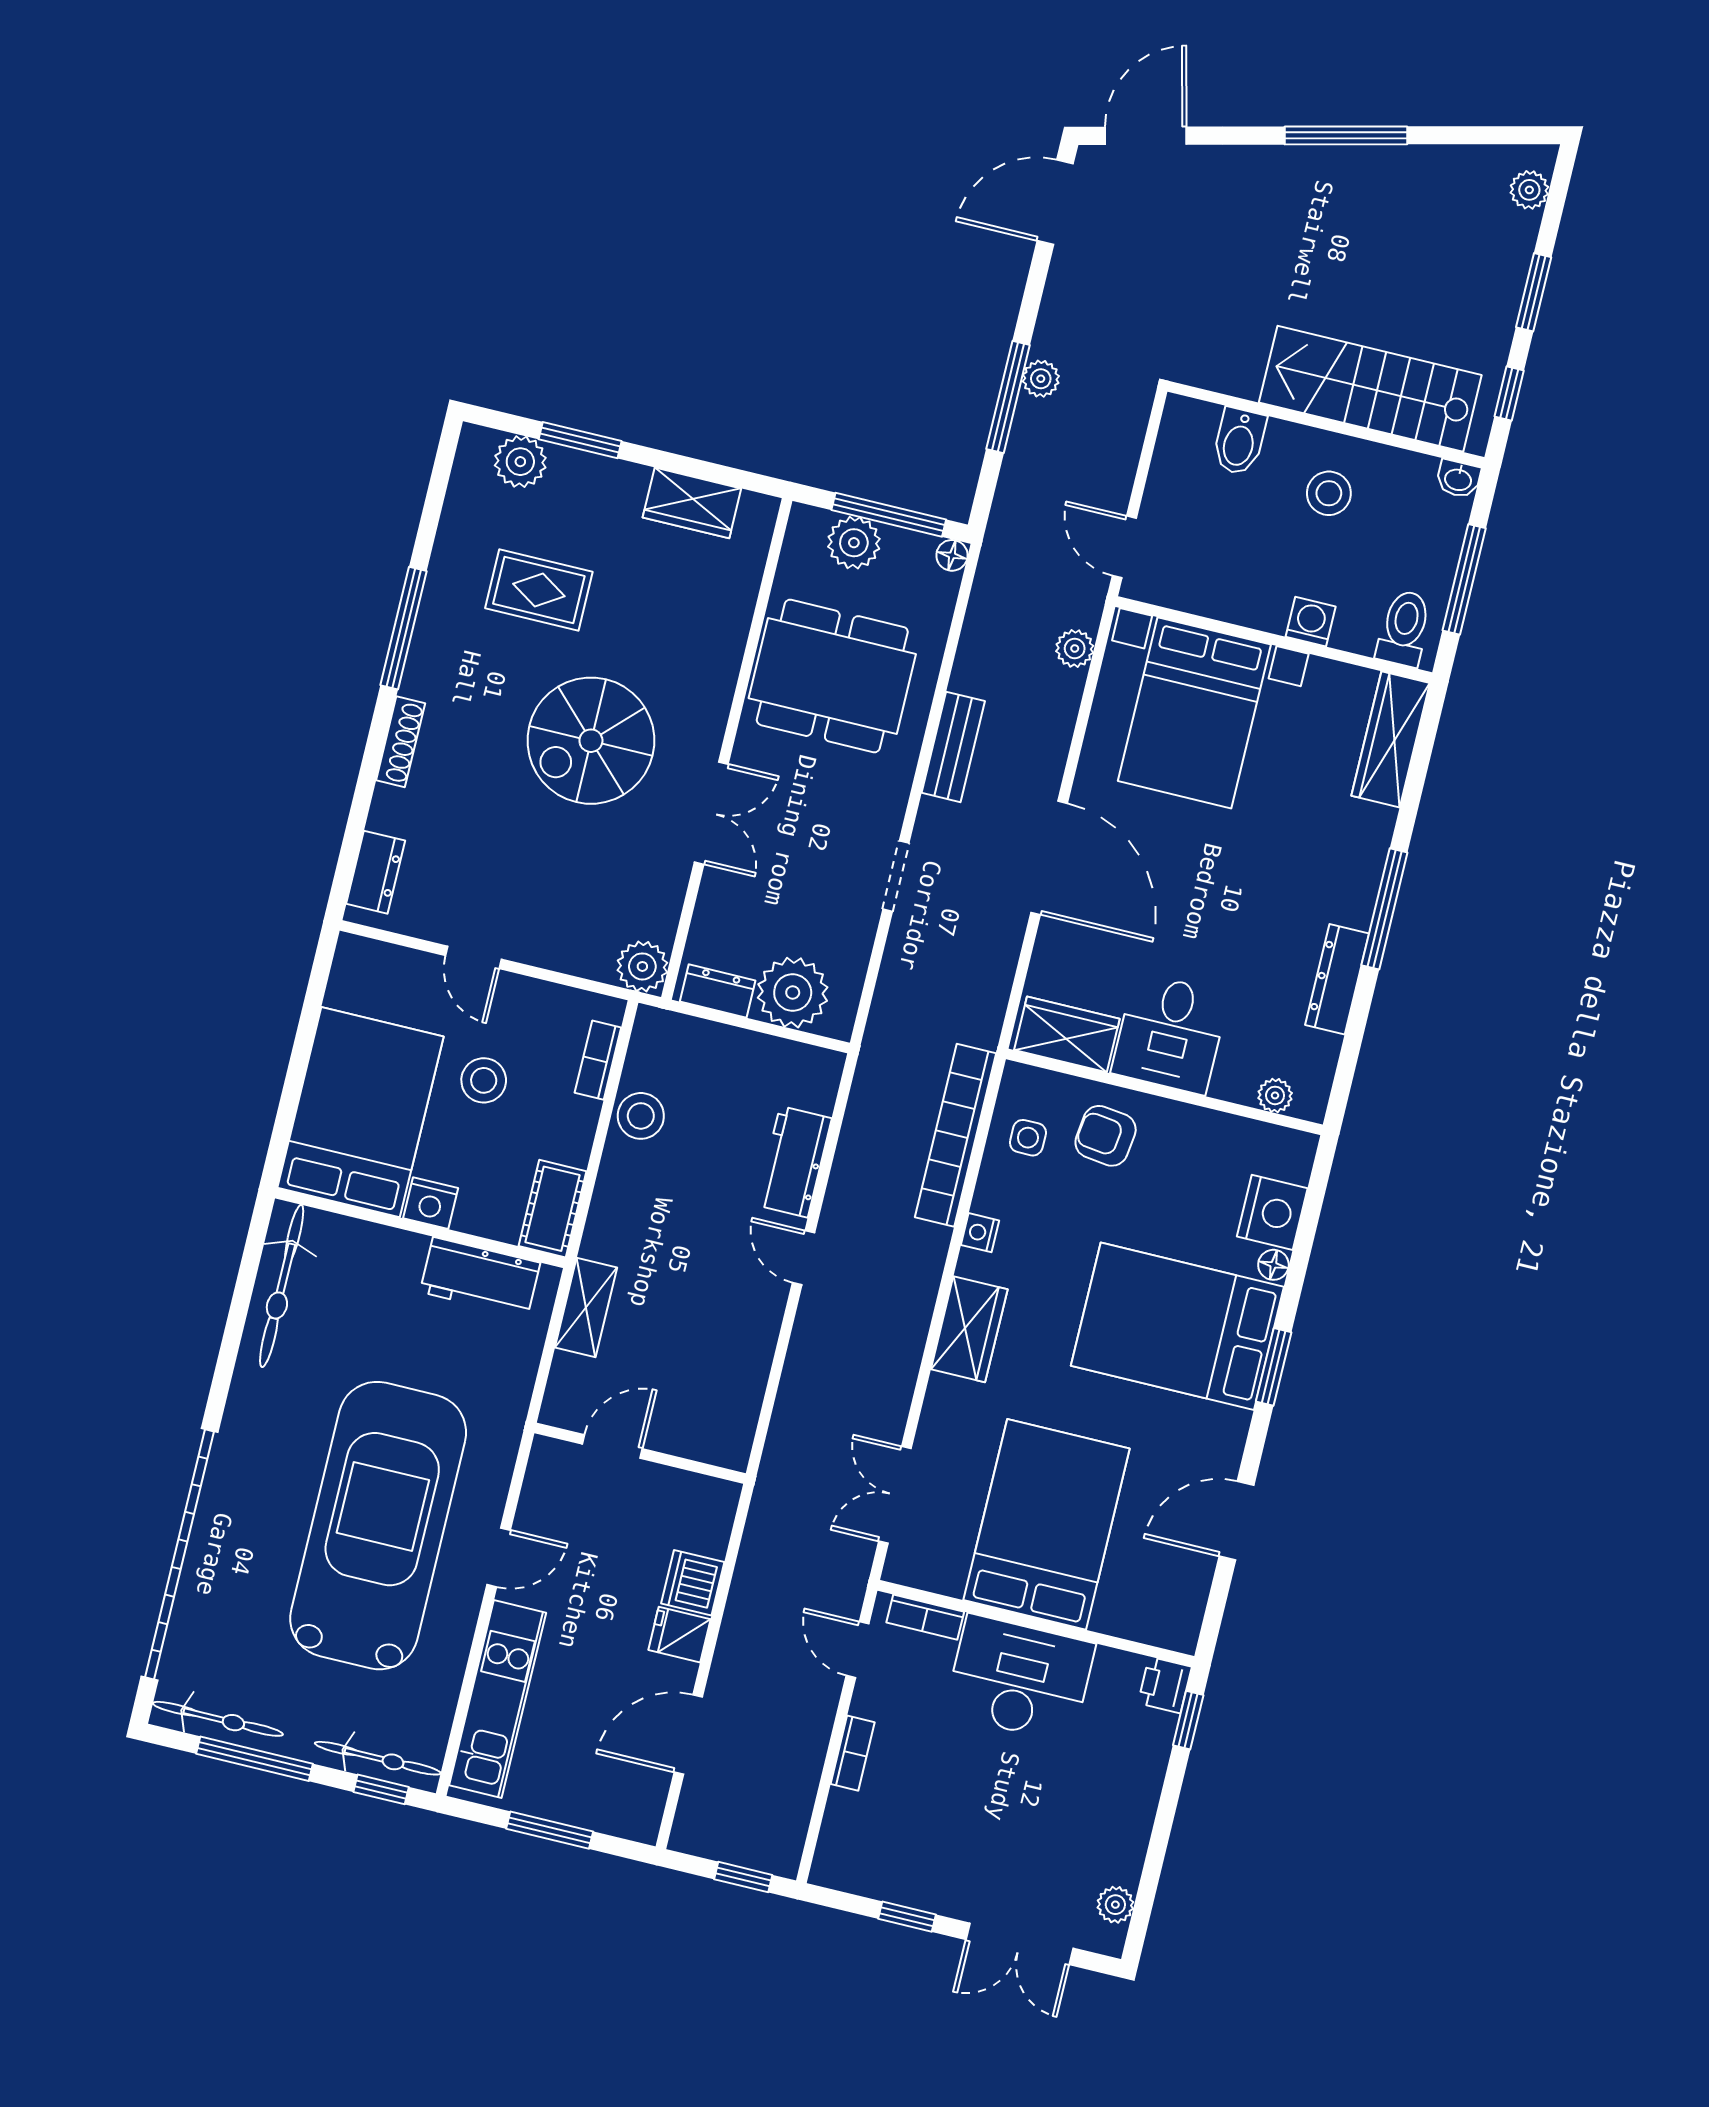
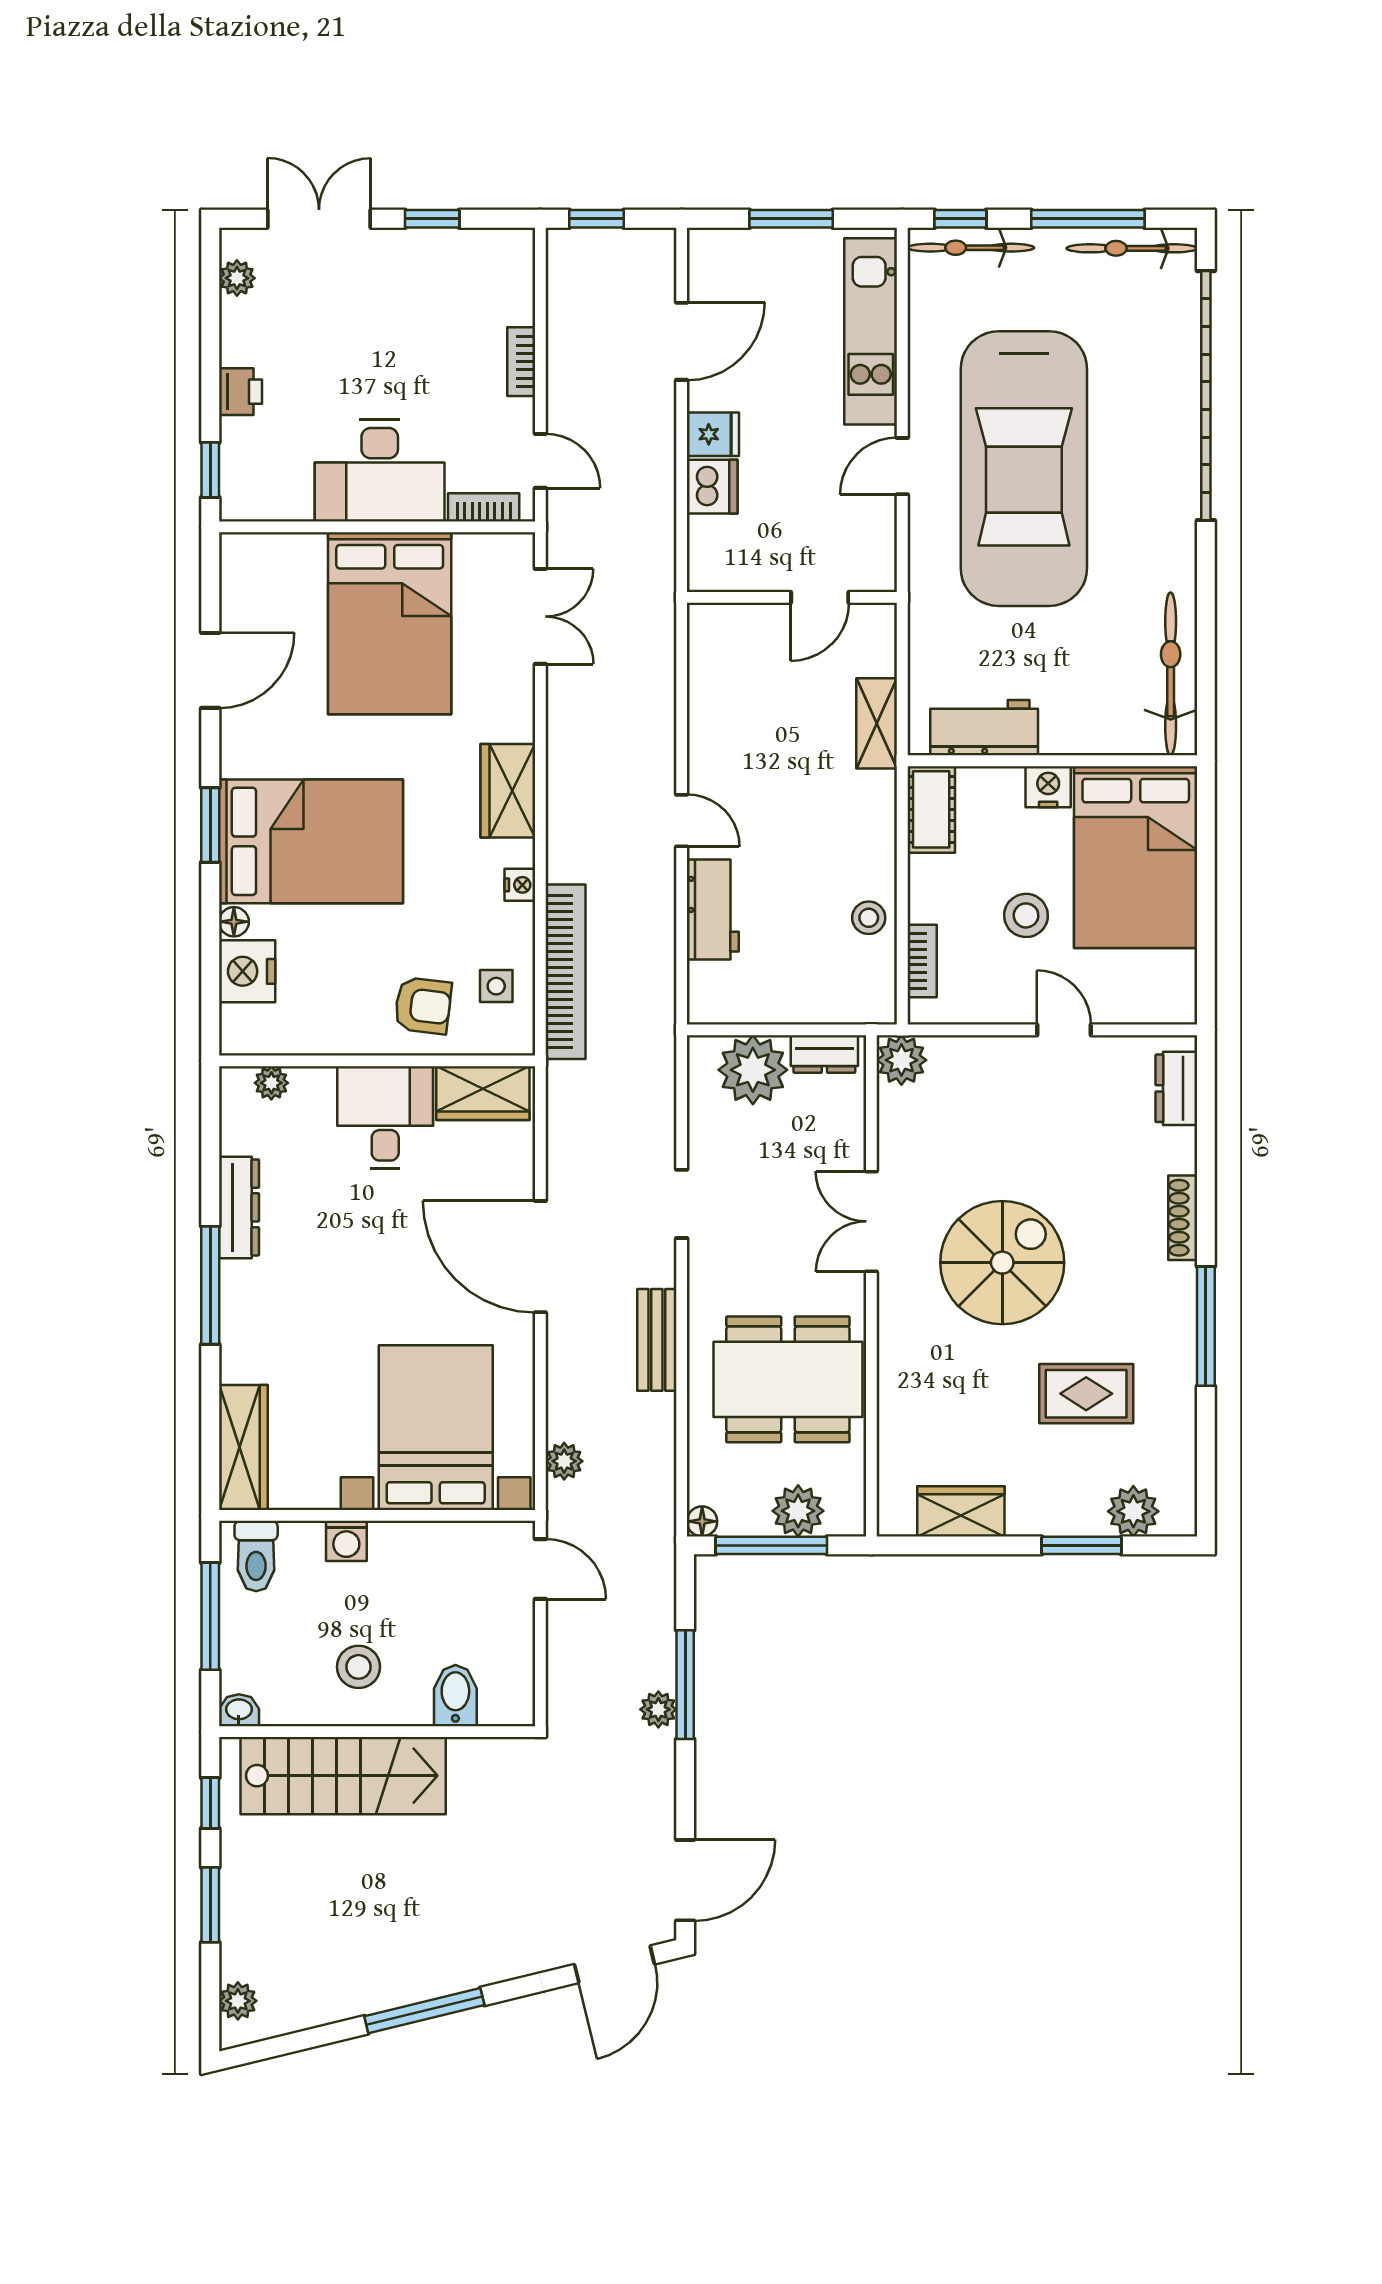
stool: (641, 1116) -> (869, 918), width x0.73, depth x0.73
printer: (1165, 1685) -> (241, 392), moved

